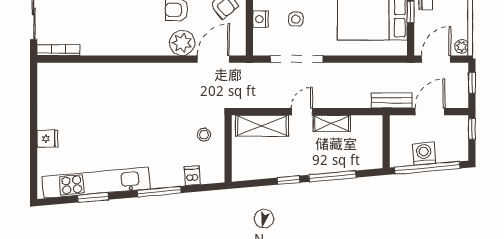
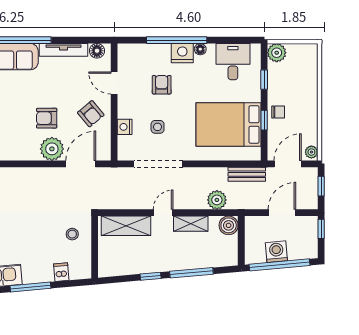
plant: (360, 98) -> (217, 200), added
bench: (392, 100) -> (247, 174), moved
boiler: (372, 125) -> (229, 225), added

